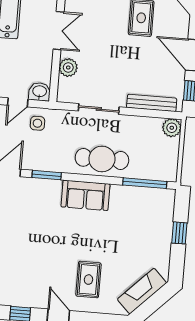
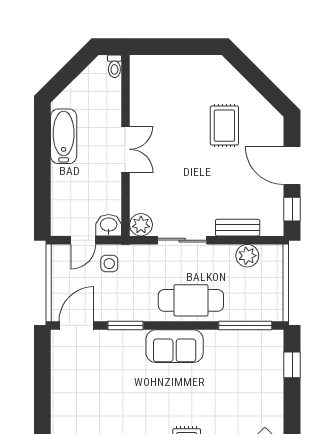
plant: (68, 68) -> (141, 225), moved
bench: (152, 103) -> (238, 228), width x0.73
plant: (172, 128) -> (247, 256), moved
window: (179, 233) -> (292, 365), moved

